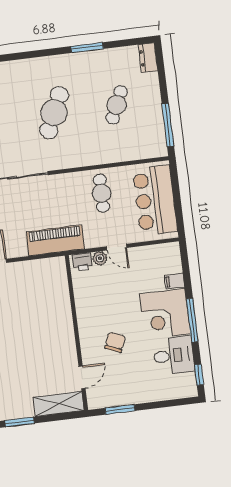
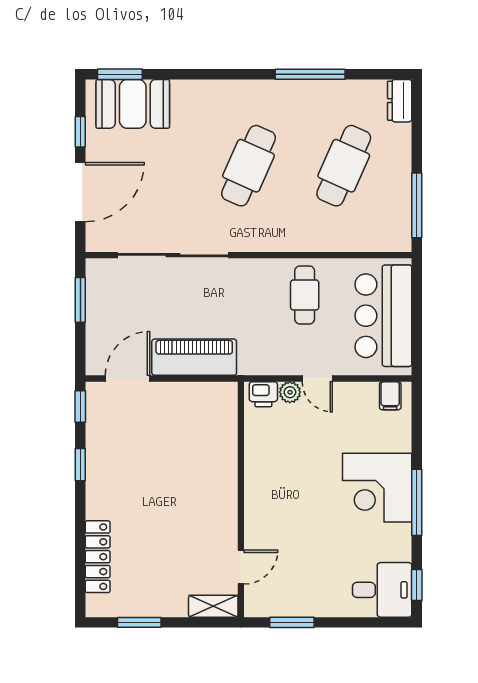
window: (87, 48) -> (310, 74), width x1.44
cafe table: (117, 105) -> (344, 166), width x1.37, depth x1.35
piano: (55, 240) -> (194, 357), moved
filing cabinet: (175, 281) -> (390, 396), moved, turned -90
chair: (115, 342) -> (297, 521), removed
desk: (174, 355) -> (382, 590), moved
shelving: (59, 404) -> (213, 606), width x0.67, depth x0.75

